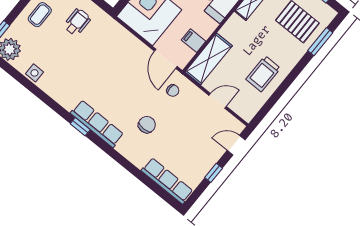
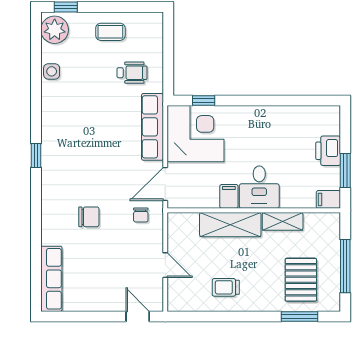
filing cabinet: (194, 41) -> (229, 196), moved
shelving: (209, 59) -> (230, 225), moved
trolley: (263, 74) -> (226, 287), width x0.73, depth x0.72
row of seats: (97, 124) -> (152, 127), moved, turned 180
window: (214, 173) -> (94, 316), removed

